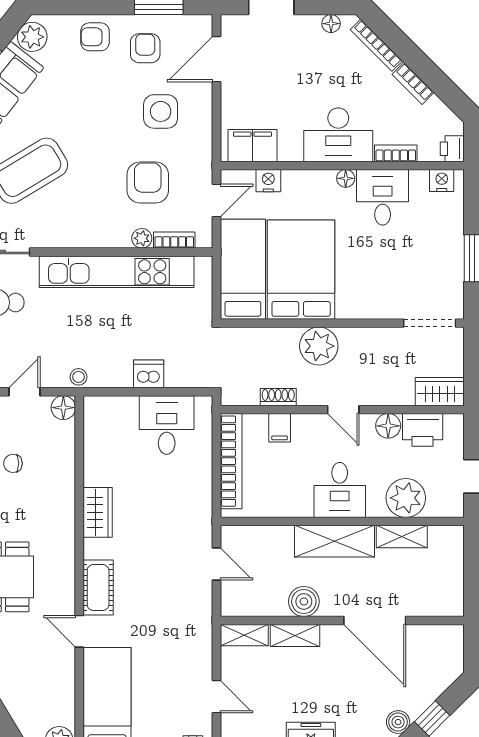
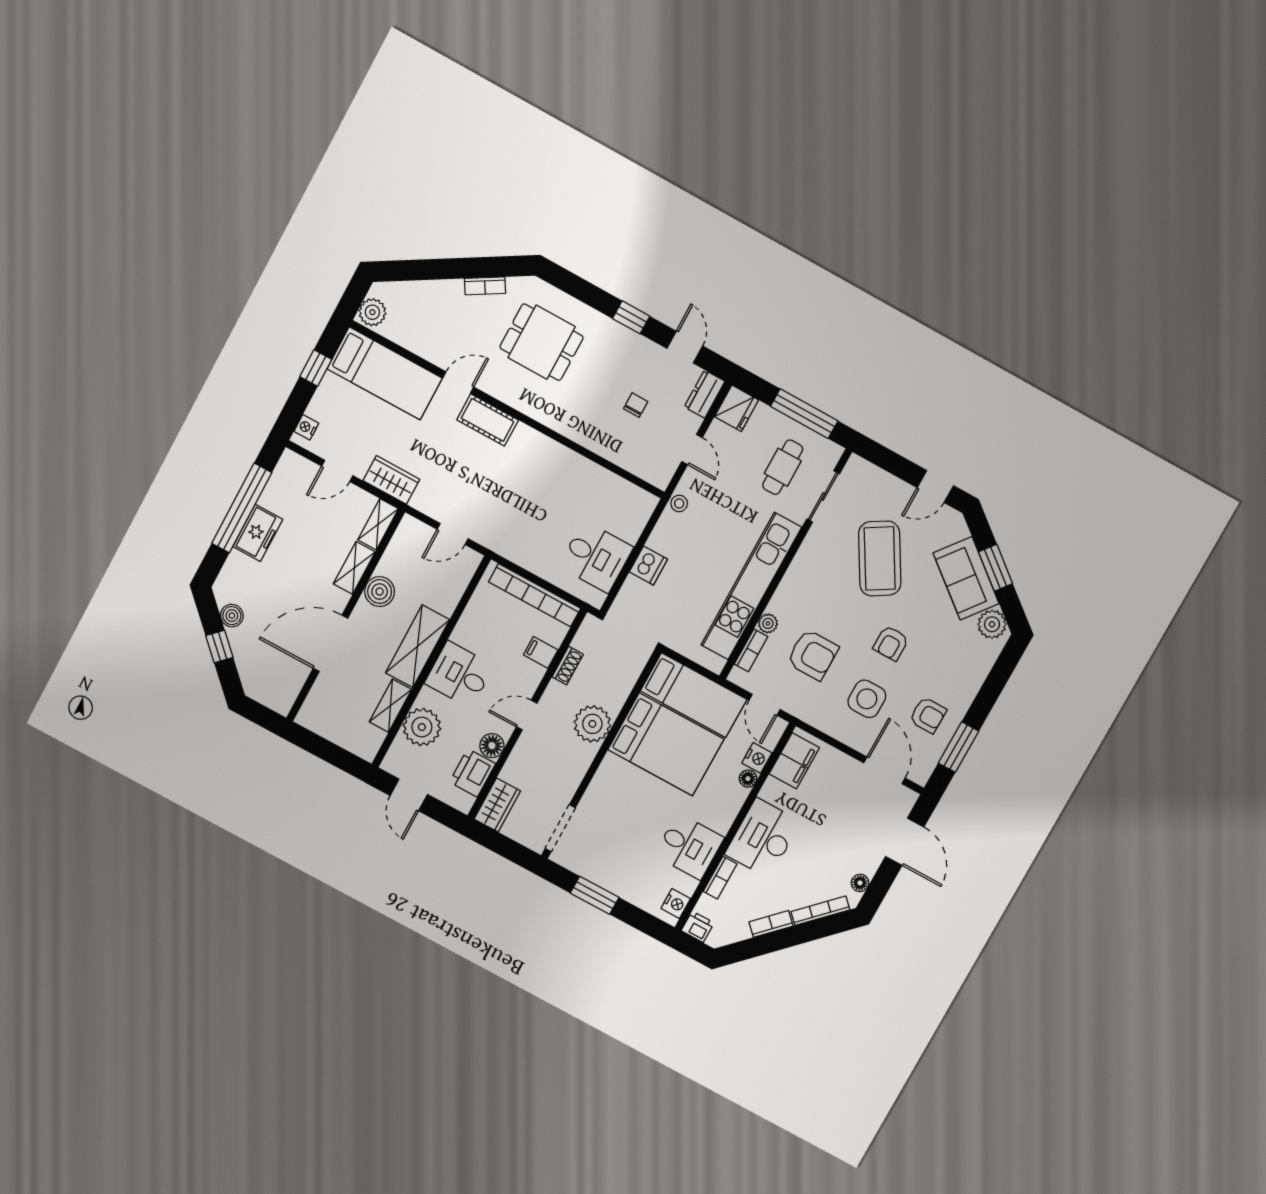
armchair: (95, 37) -> (891, 643), moved, turned 180
floor lamp: (346, 178) -> (748, 779), moved
floor lamp: (63, 408) -> (660, 476), removed
wardrobe: (98, 512) -> (391, 480), moved, turned 180

